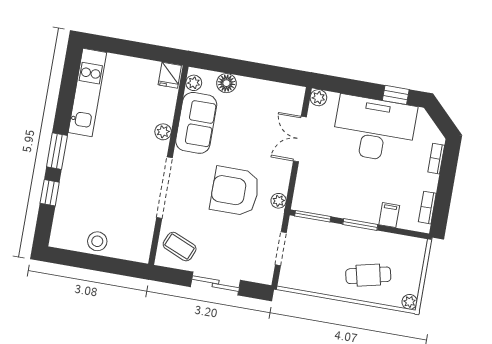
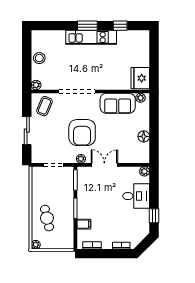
fridge: (170, 75) -> (140, 78), width x1.88, depth x1.34
floor lamp: (226, 83) -> (144, 136), moved
kitchen unit: (87, 93) -> (91, 37), moved
desk: (374, 129) -> (136, 196), width x0.53, depth x0.77
plant: (163, 132) -> (36, 85), moved
double door: (300, 139) -> (104, 165), moved
armchair: (235, 191) -> (82, 133), turned 180
window: (50, 193) -> (120, 26), moved

